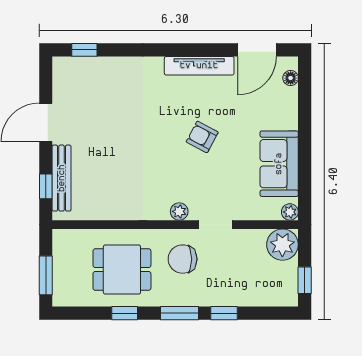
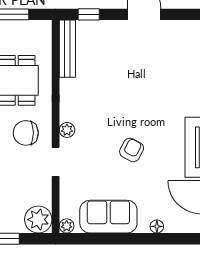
floor lamp: (291, 78) -> (157, 226), moved
bench: (62, 178) -> (67, 49), moved, turned 90
chair: (183, 259) -> (26, 133), turned -90

